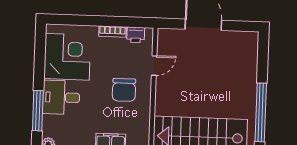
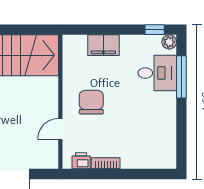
corner desk: (67, 57) -> (152, 135), removed
desk: (61, 97) -> (157, 73), moved

